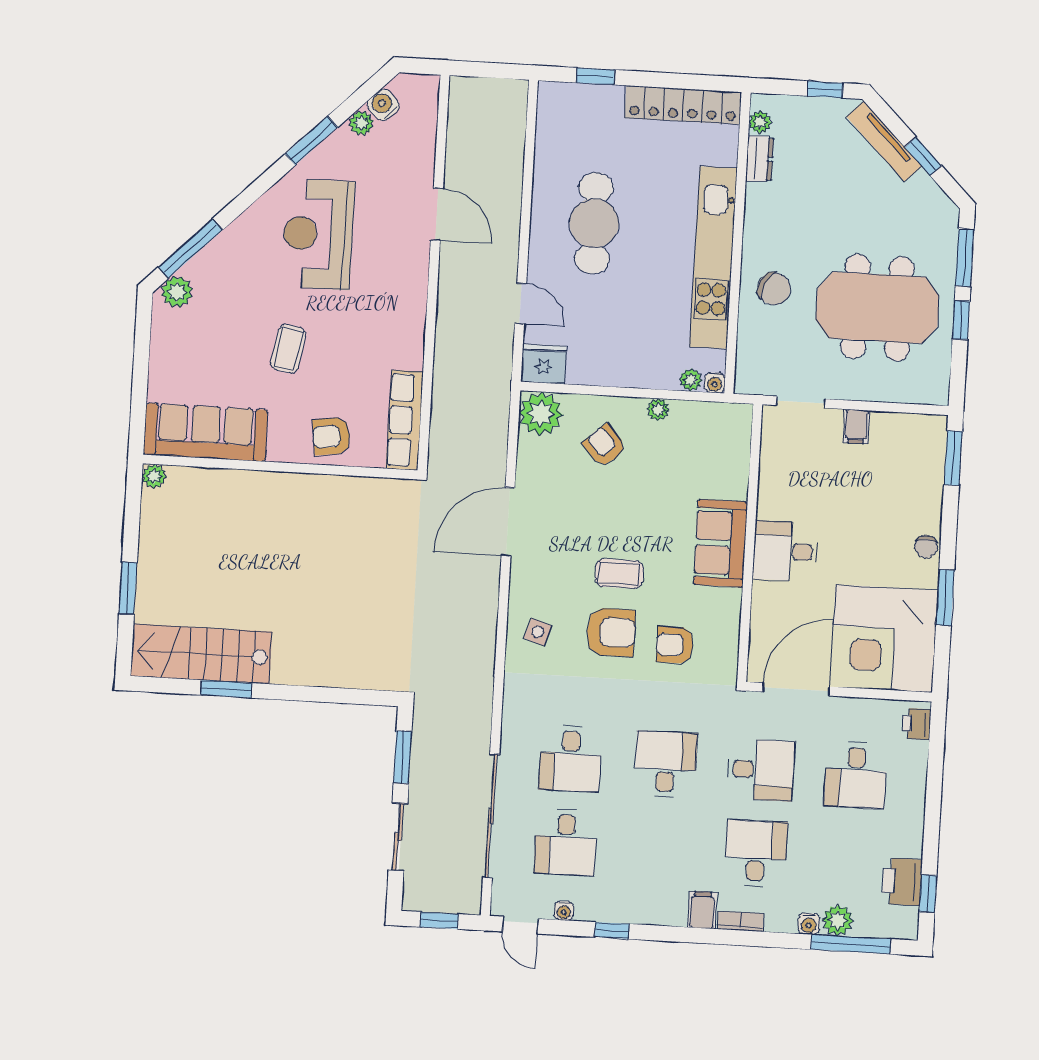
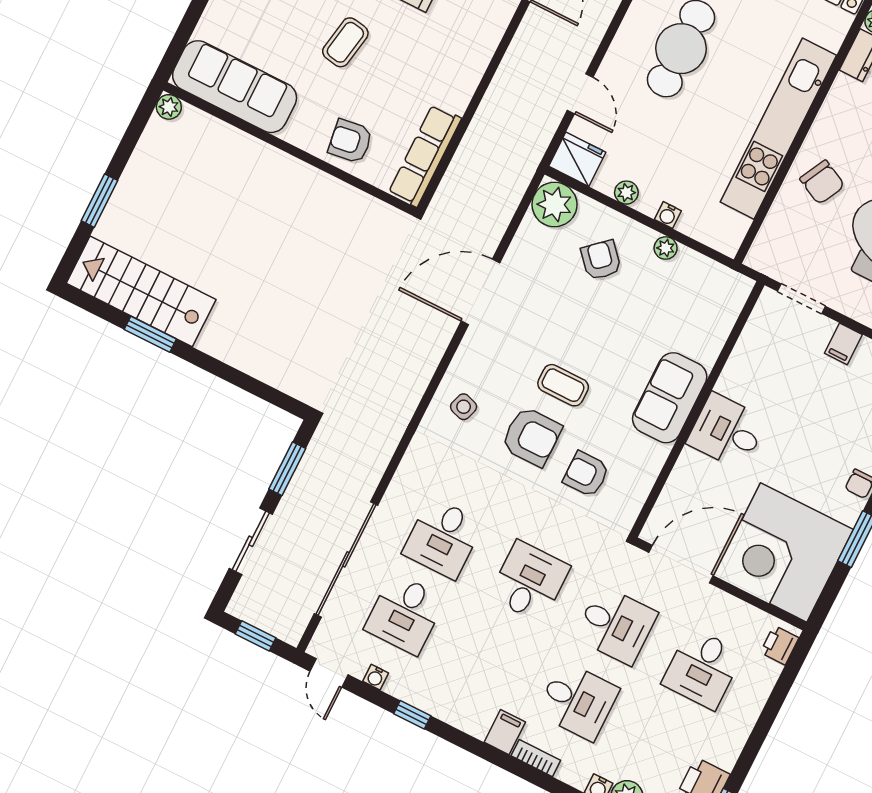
plant: (691, 380) -> (626, 193), moved
water cooler: (715, 383) -> (668, 215), moved
desk: (756, 853) -> (578, 701), turned 90

